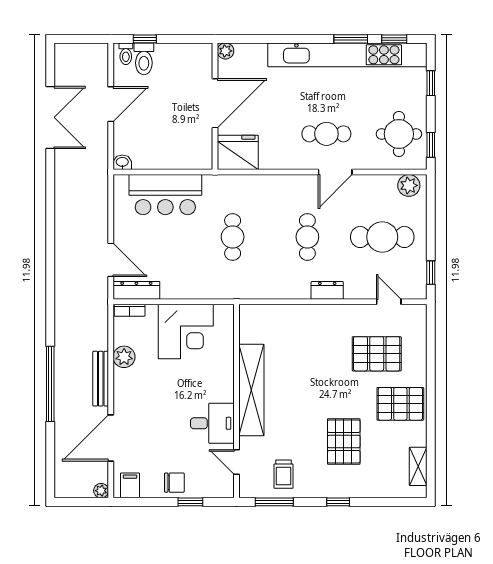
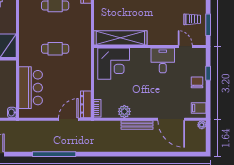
corner desk: (186, 331) -> (114, 64), moved, turned 90
window: (50, 384) -> (54, 154), moved
shelving: (251, 390) -> (120, 38), moved
door: (237, 462) -> (185, 46), swing flipped

